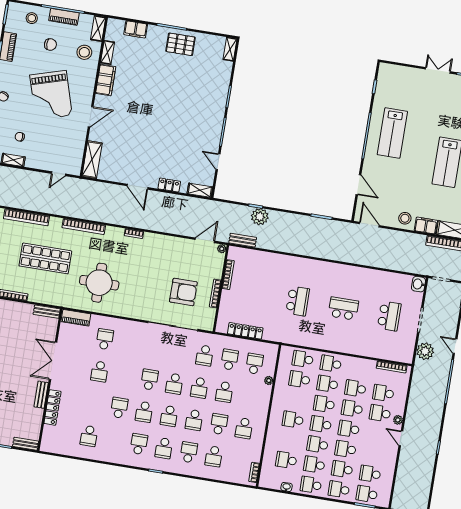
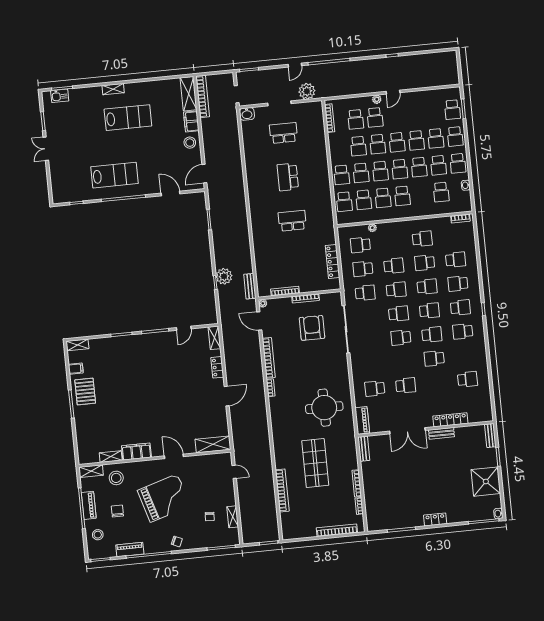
filing cabinet: (136, 29) -> (76, 369), moved, width x0.50
door: (358, 185) -> (170, 193), hinge flipped
bookcase: (84, 227) -> (269, 358), moved
school desk: (370, 474) -> (383, 198), moved

